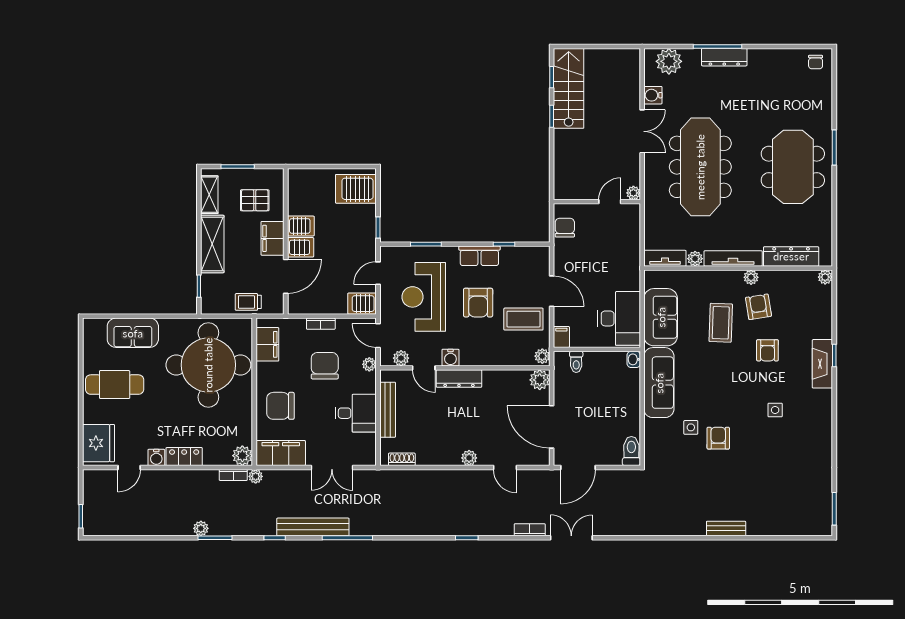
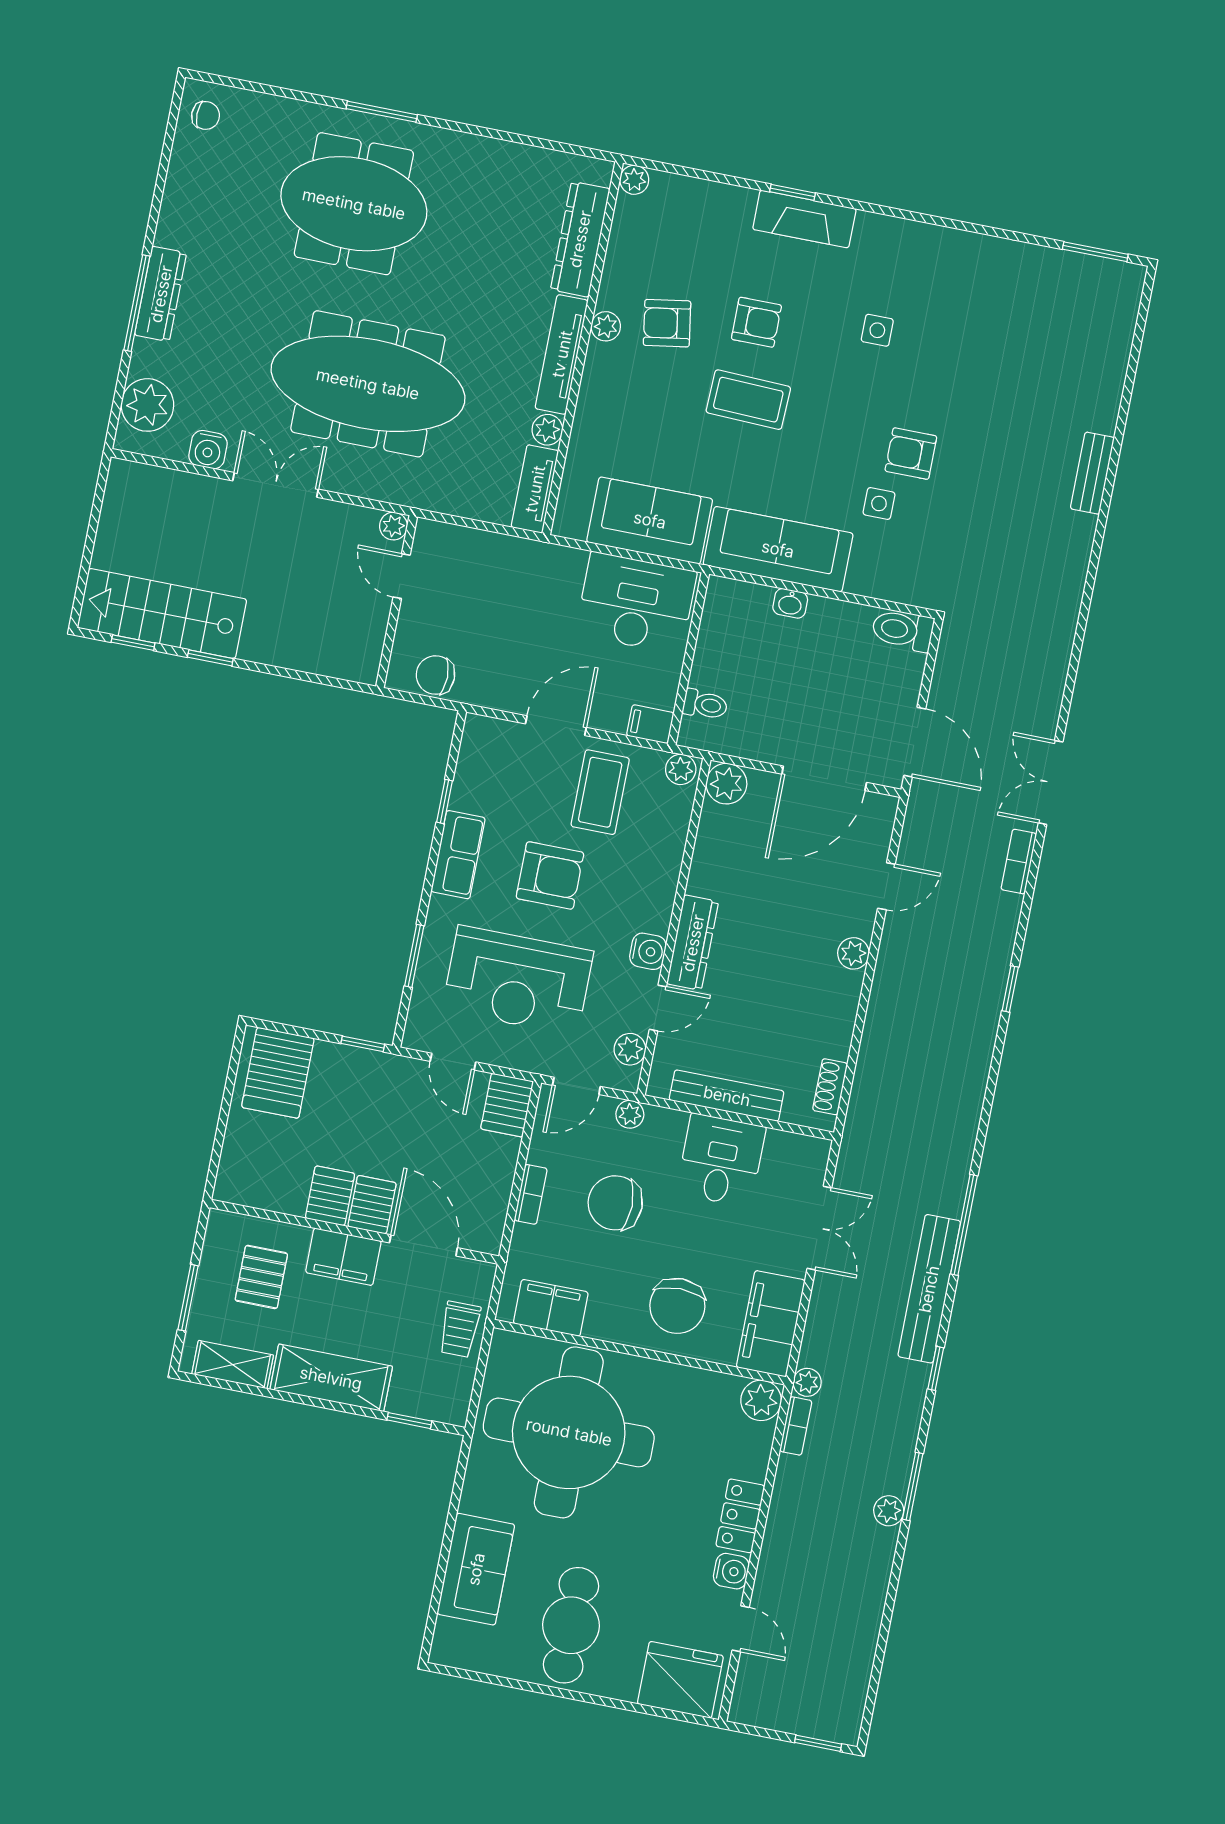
meeting table: (793, 167) -> (354, 204), moved
coffee table: (721, 323) -> (748, 400), moved
washbasin: (634, 359) -> (790, 603), moved

